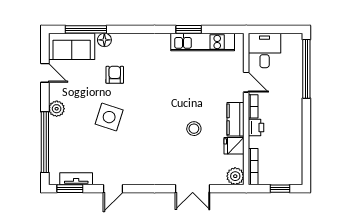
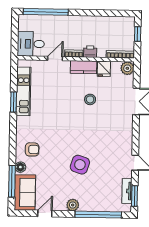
armchair: (115, 75) -> (32, 149), moved, turned 180

